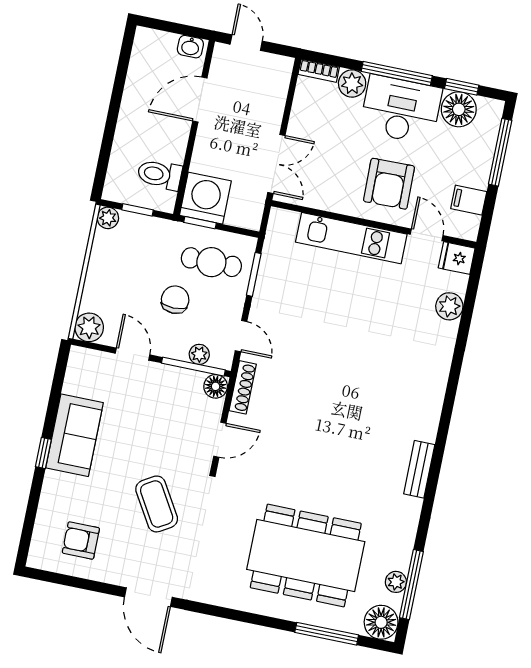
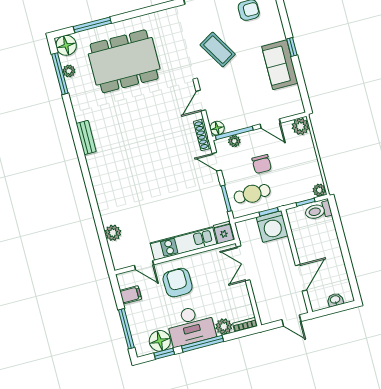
washbasin: (190, 47) -> (335, 300), moved
toilet: (160, 175) -> (318, 211), moved, turned 180
fridge: (457, 258) -> (223, 232), moved, turned -90

